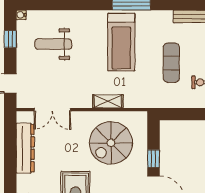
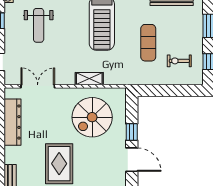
weight bench: (53, 44) -> (39, 25), turned -90
double door: (52, 110) -> (38, 86), swing flipped

